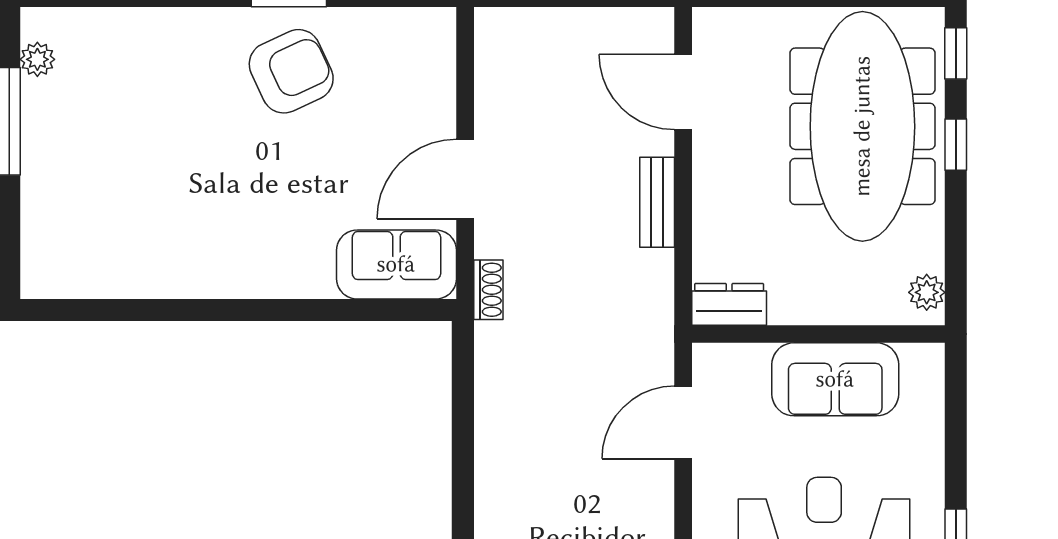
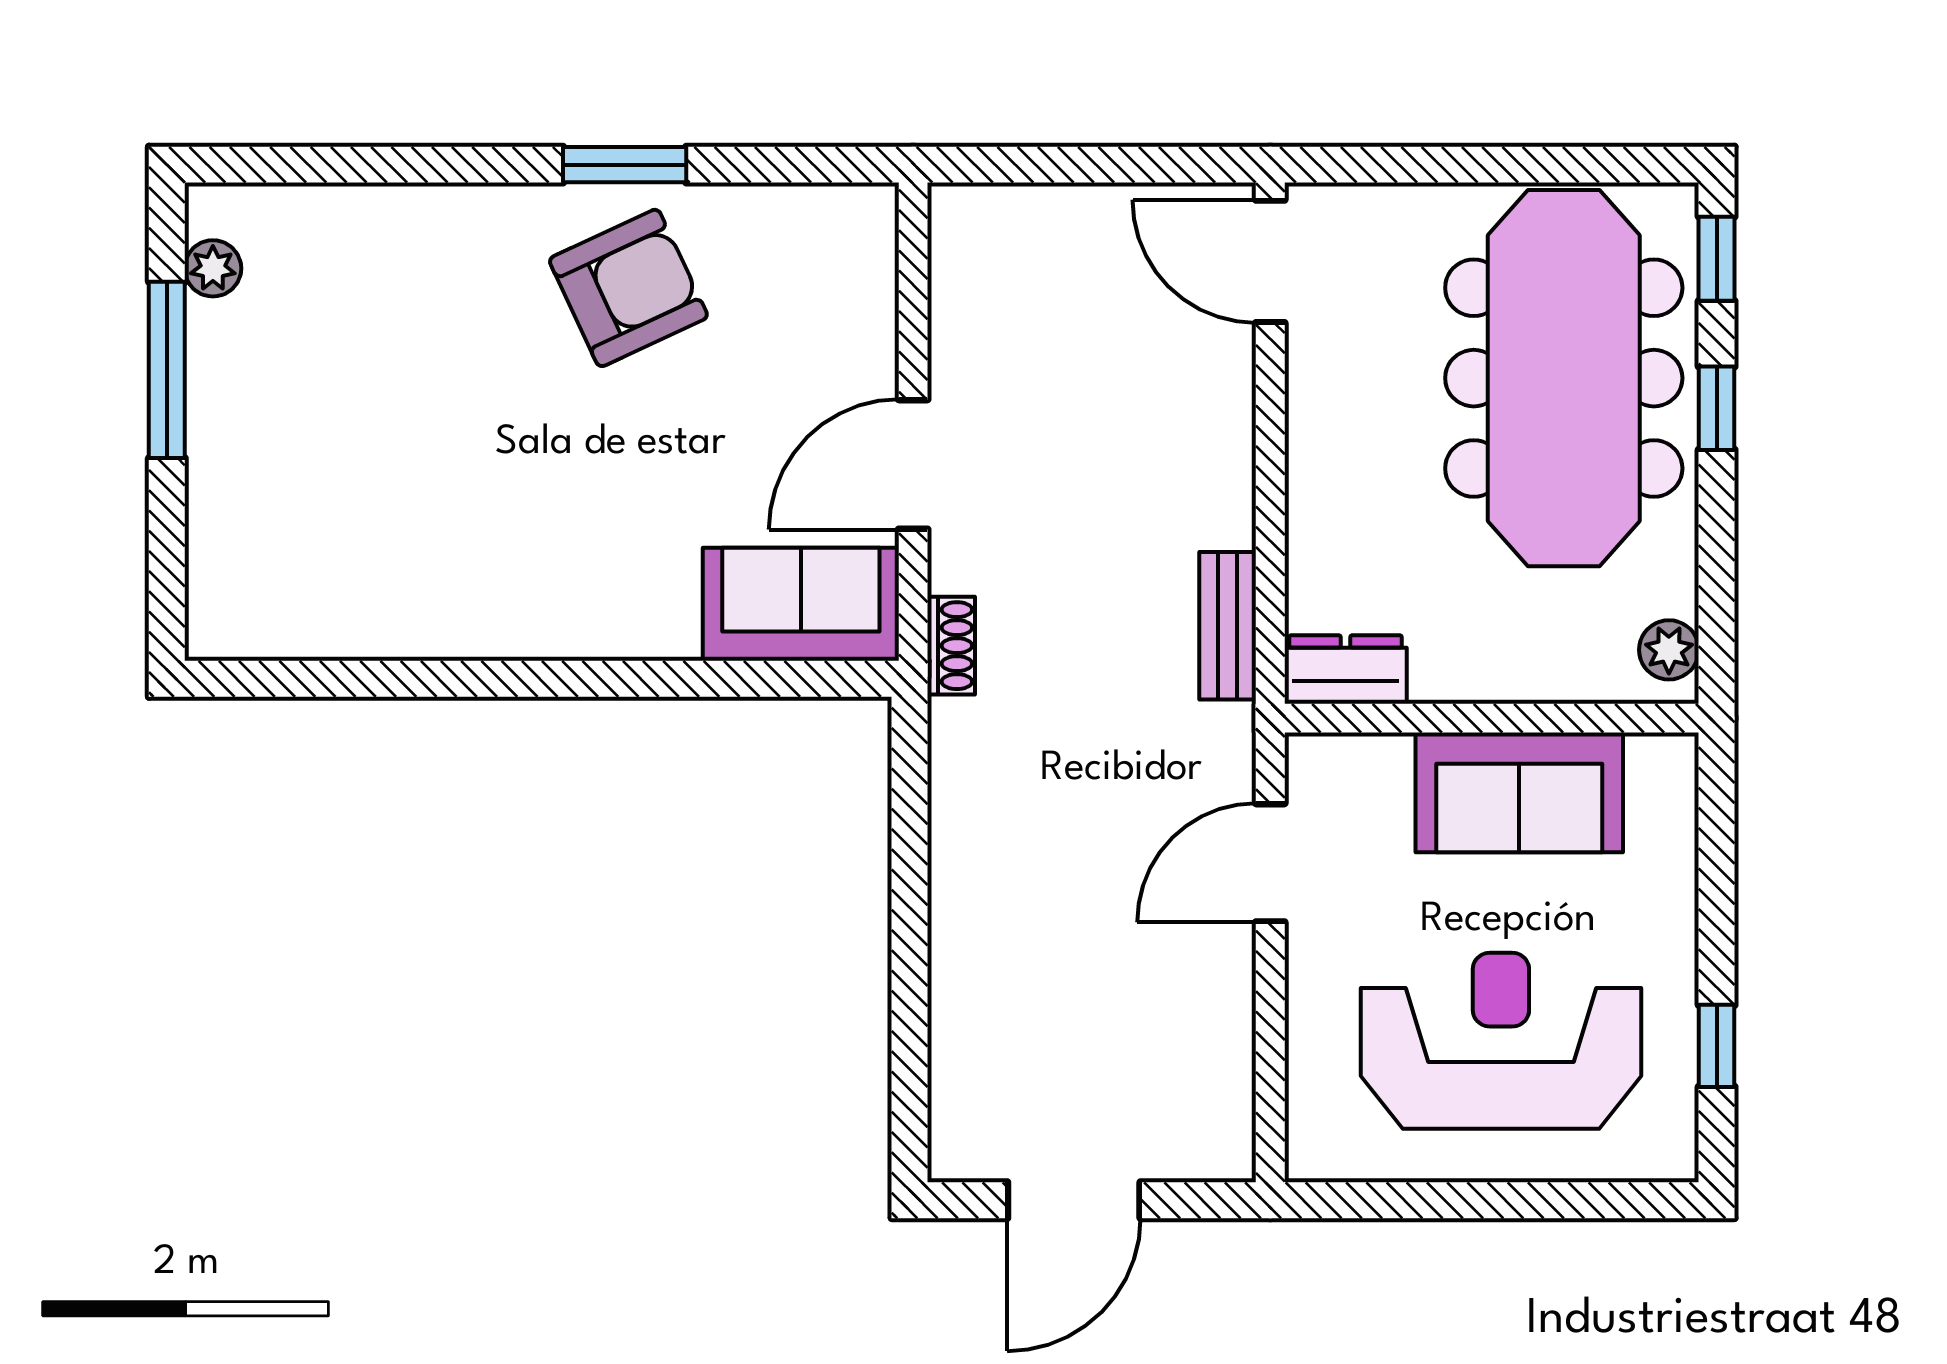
door: (683, 92) -> (1270, 261), moved
bench: (657, 202) -> (1228, 626), moved

